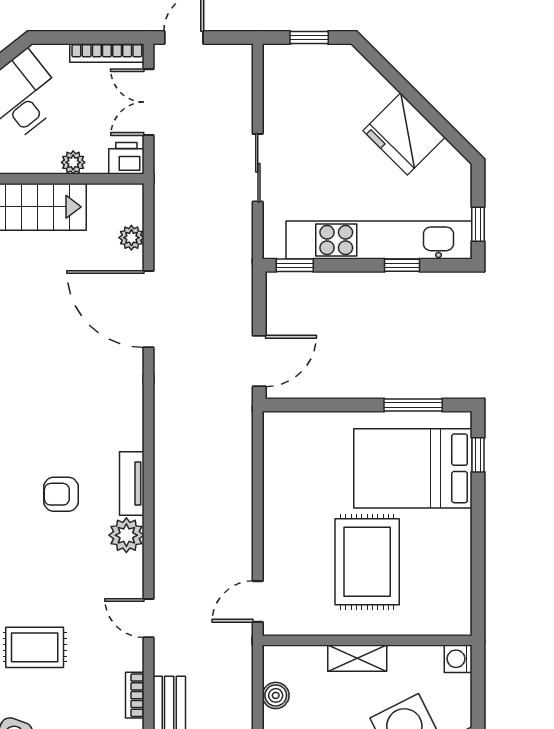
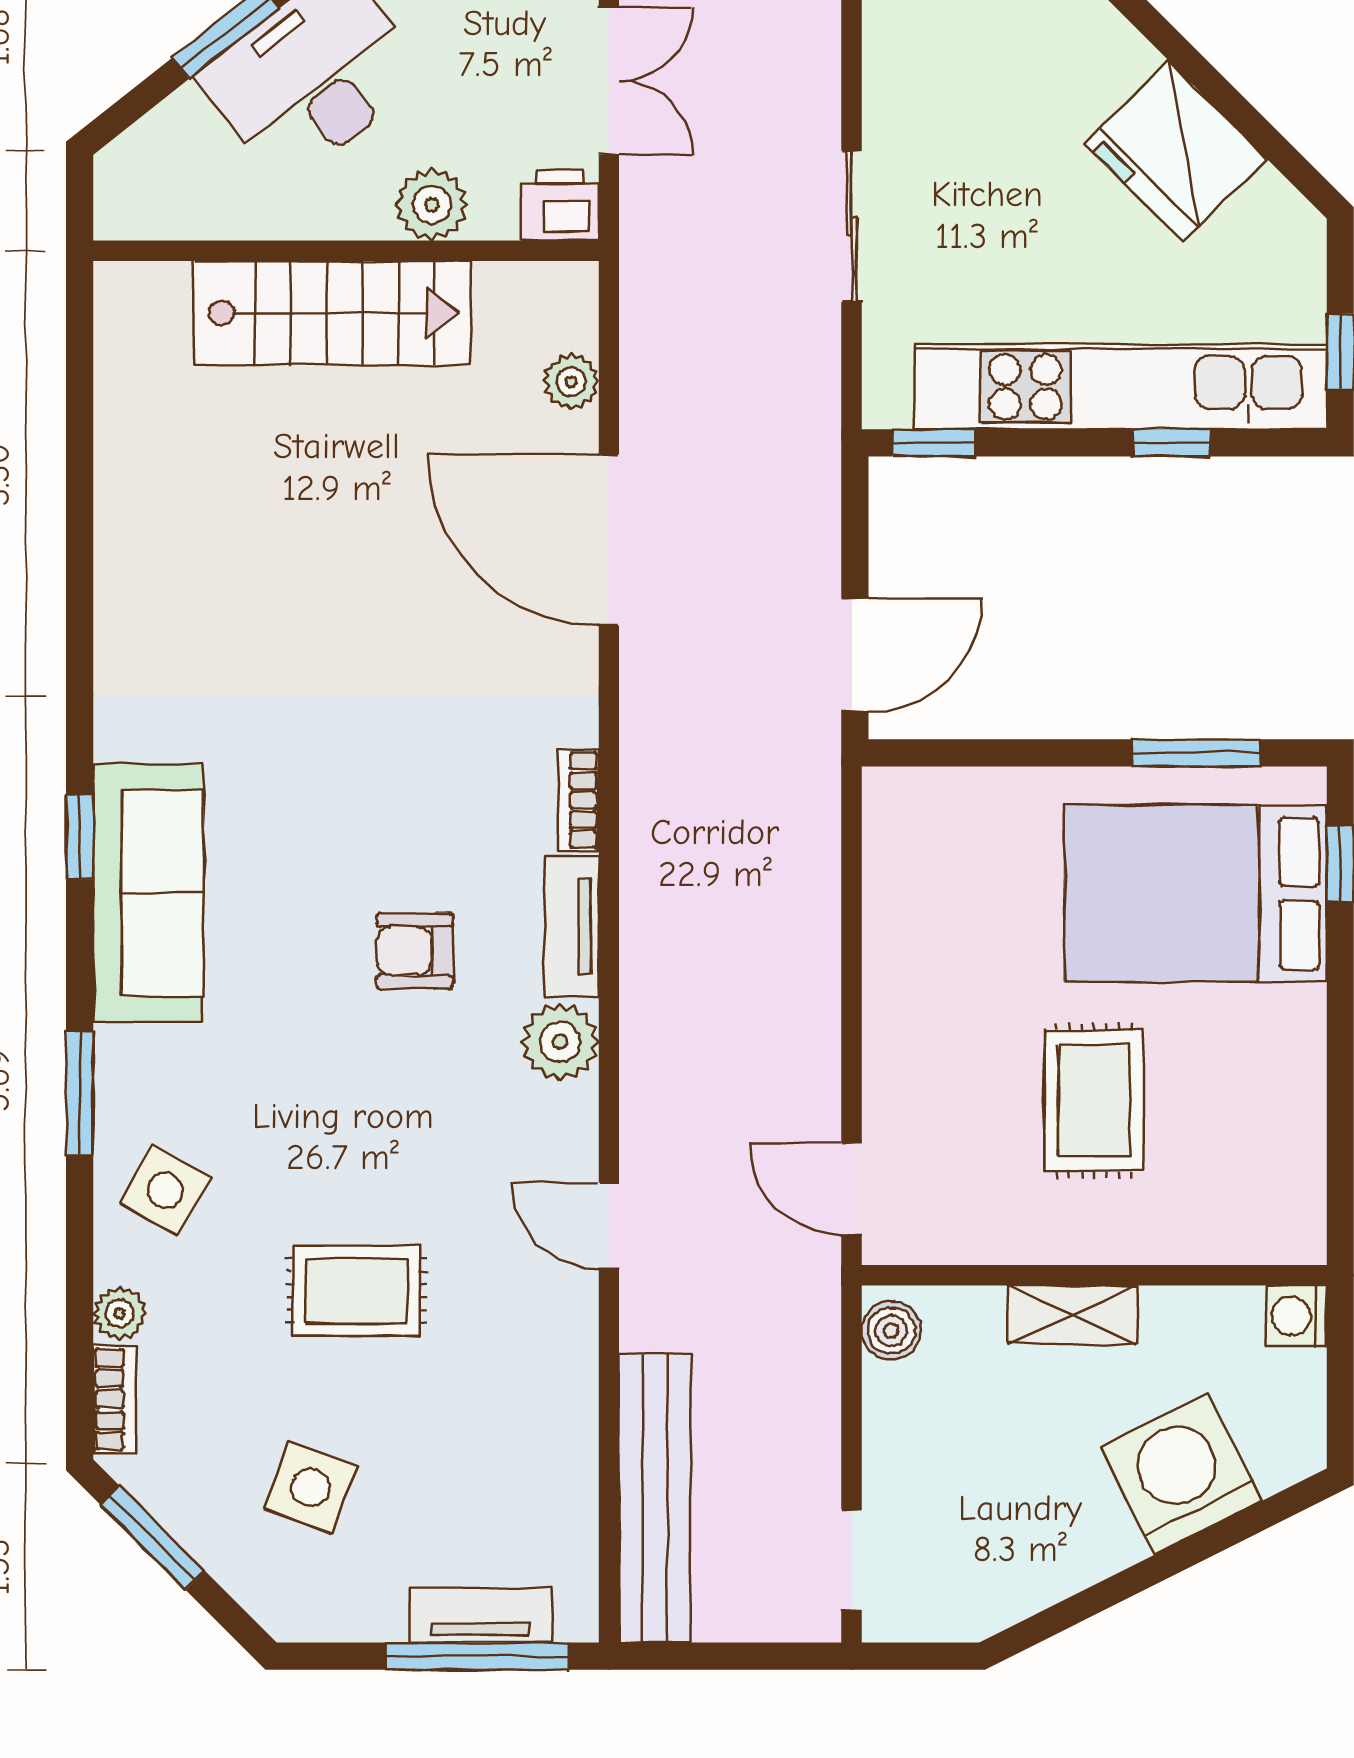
double door: (148, 102) -> (609, 81), swing flipped
plant: (73, 162) -> (432, 205), width x1.38, depth x1.38
rug: (367, 562) -> (1094, 1101), width x0.73, depth x0.70
door: (258, 602) -> (852, 1189), hinge flipped
bookcase: (135, 695) -> (578, 800), moved
boiler: (276, 695) -> (891, 1331), moved

